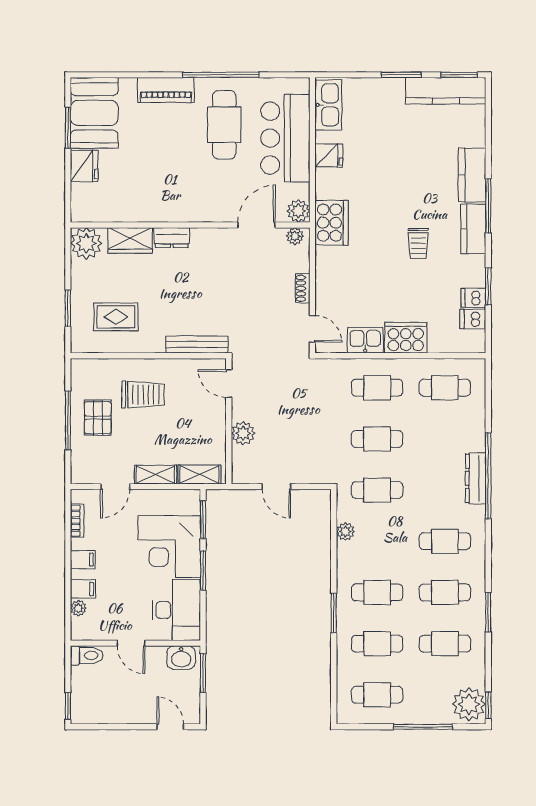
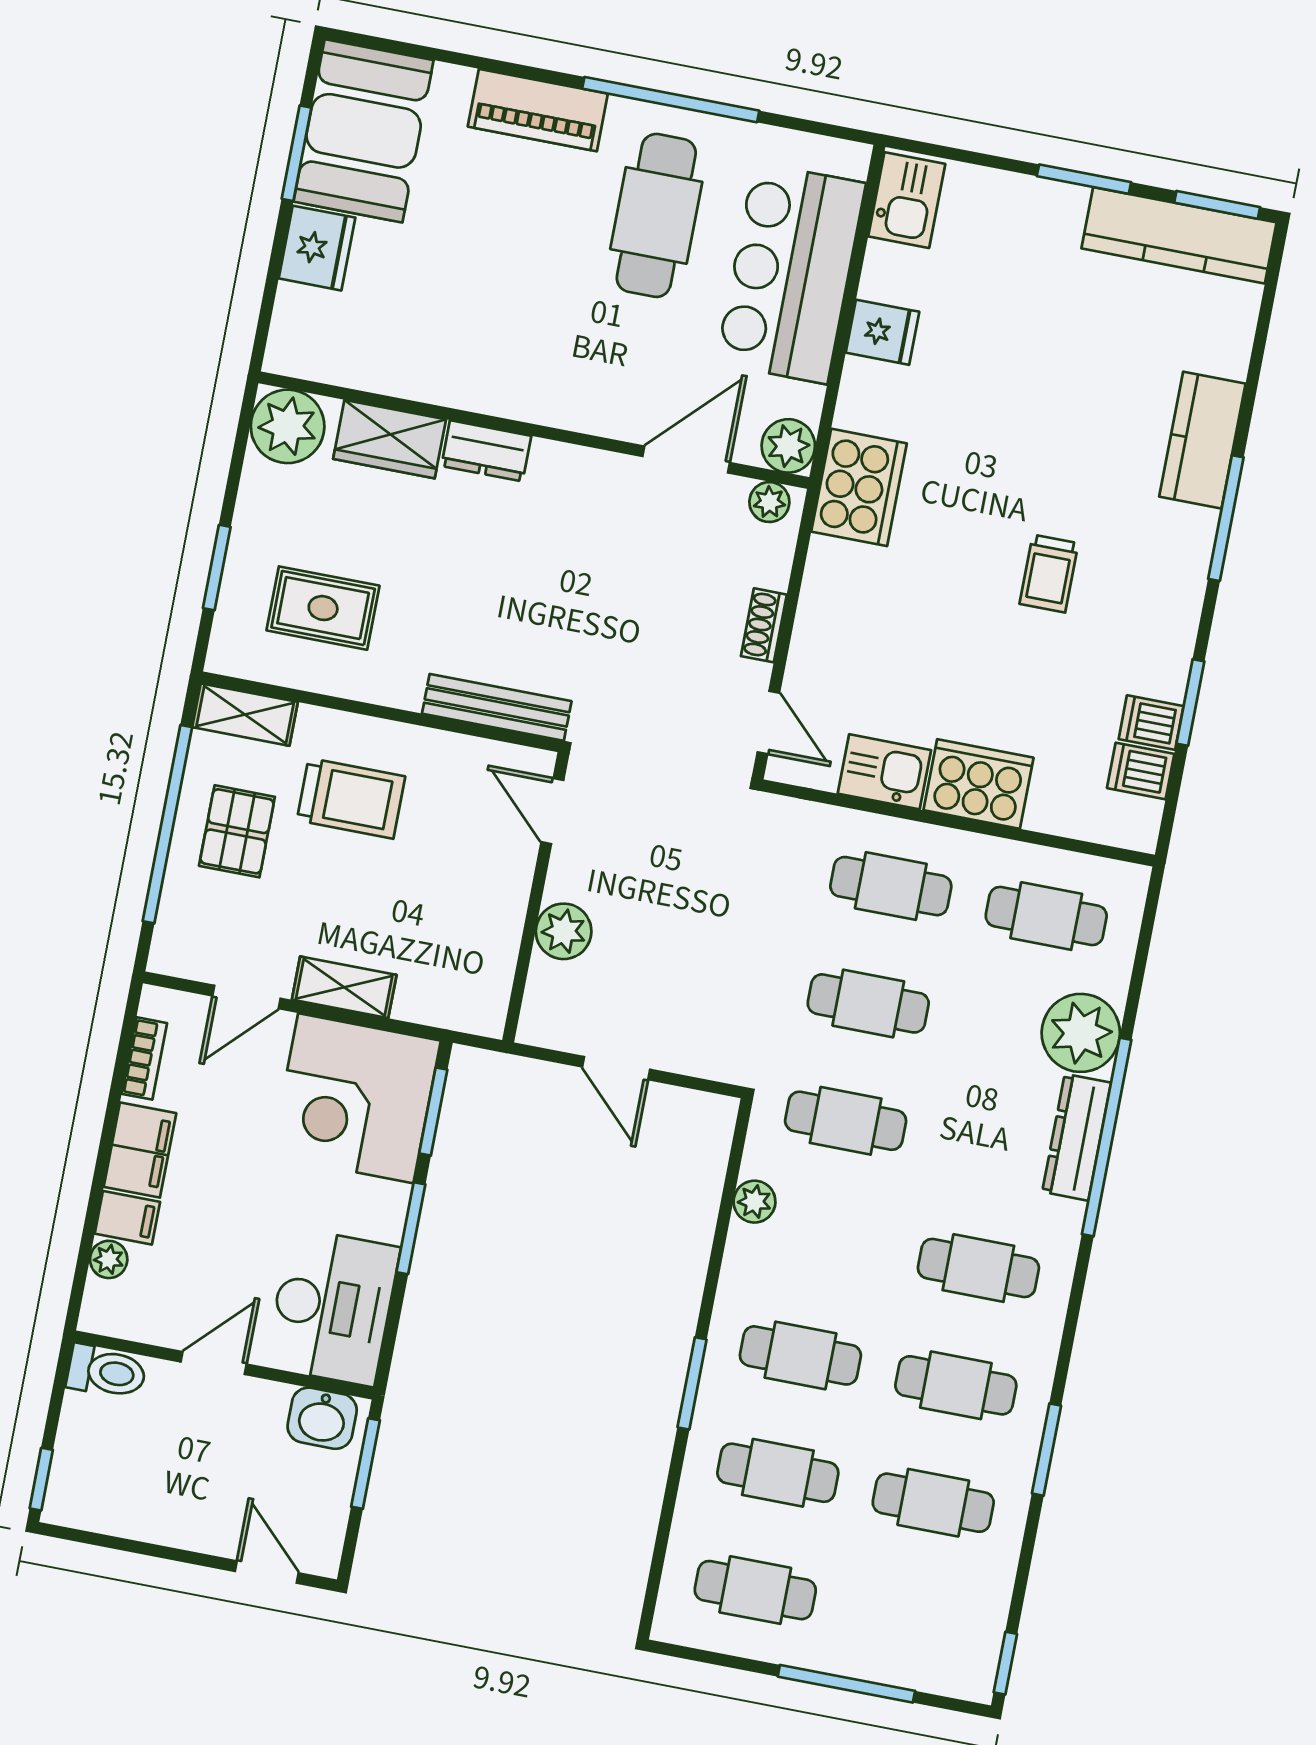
kitchen sink: (328, 105) -> (907, 200), width x0.73
kitchen counter: (473, 229) -> (1181, 564), removed
window: (68, 420) -> (167, 824), width x1.46
shelving: (199, 474) -> (245, 715), moved
corner desk: (169, 547) -> (356, 1098), moved
filing cabinet: (83, 560) -> (140, 1150), width x2.00
door: (131, 643) -> (214, 1363), swing flipped
plant: (469, 704) -> (1081, 1033), moved

